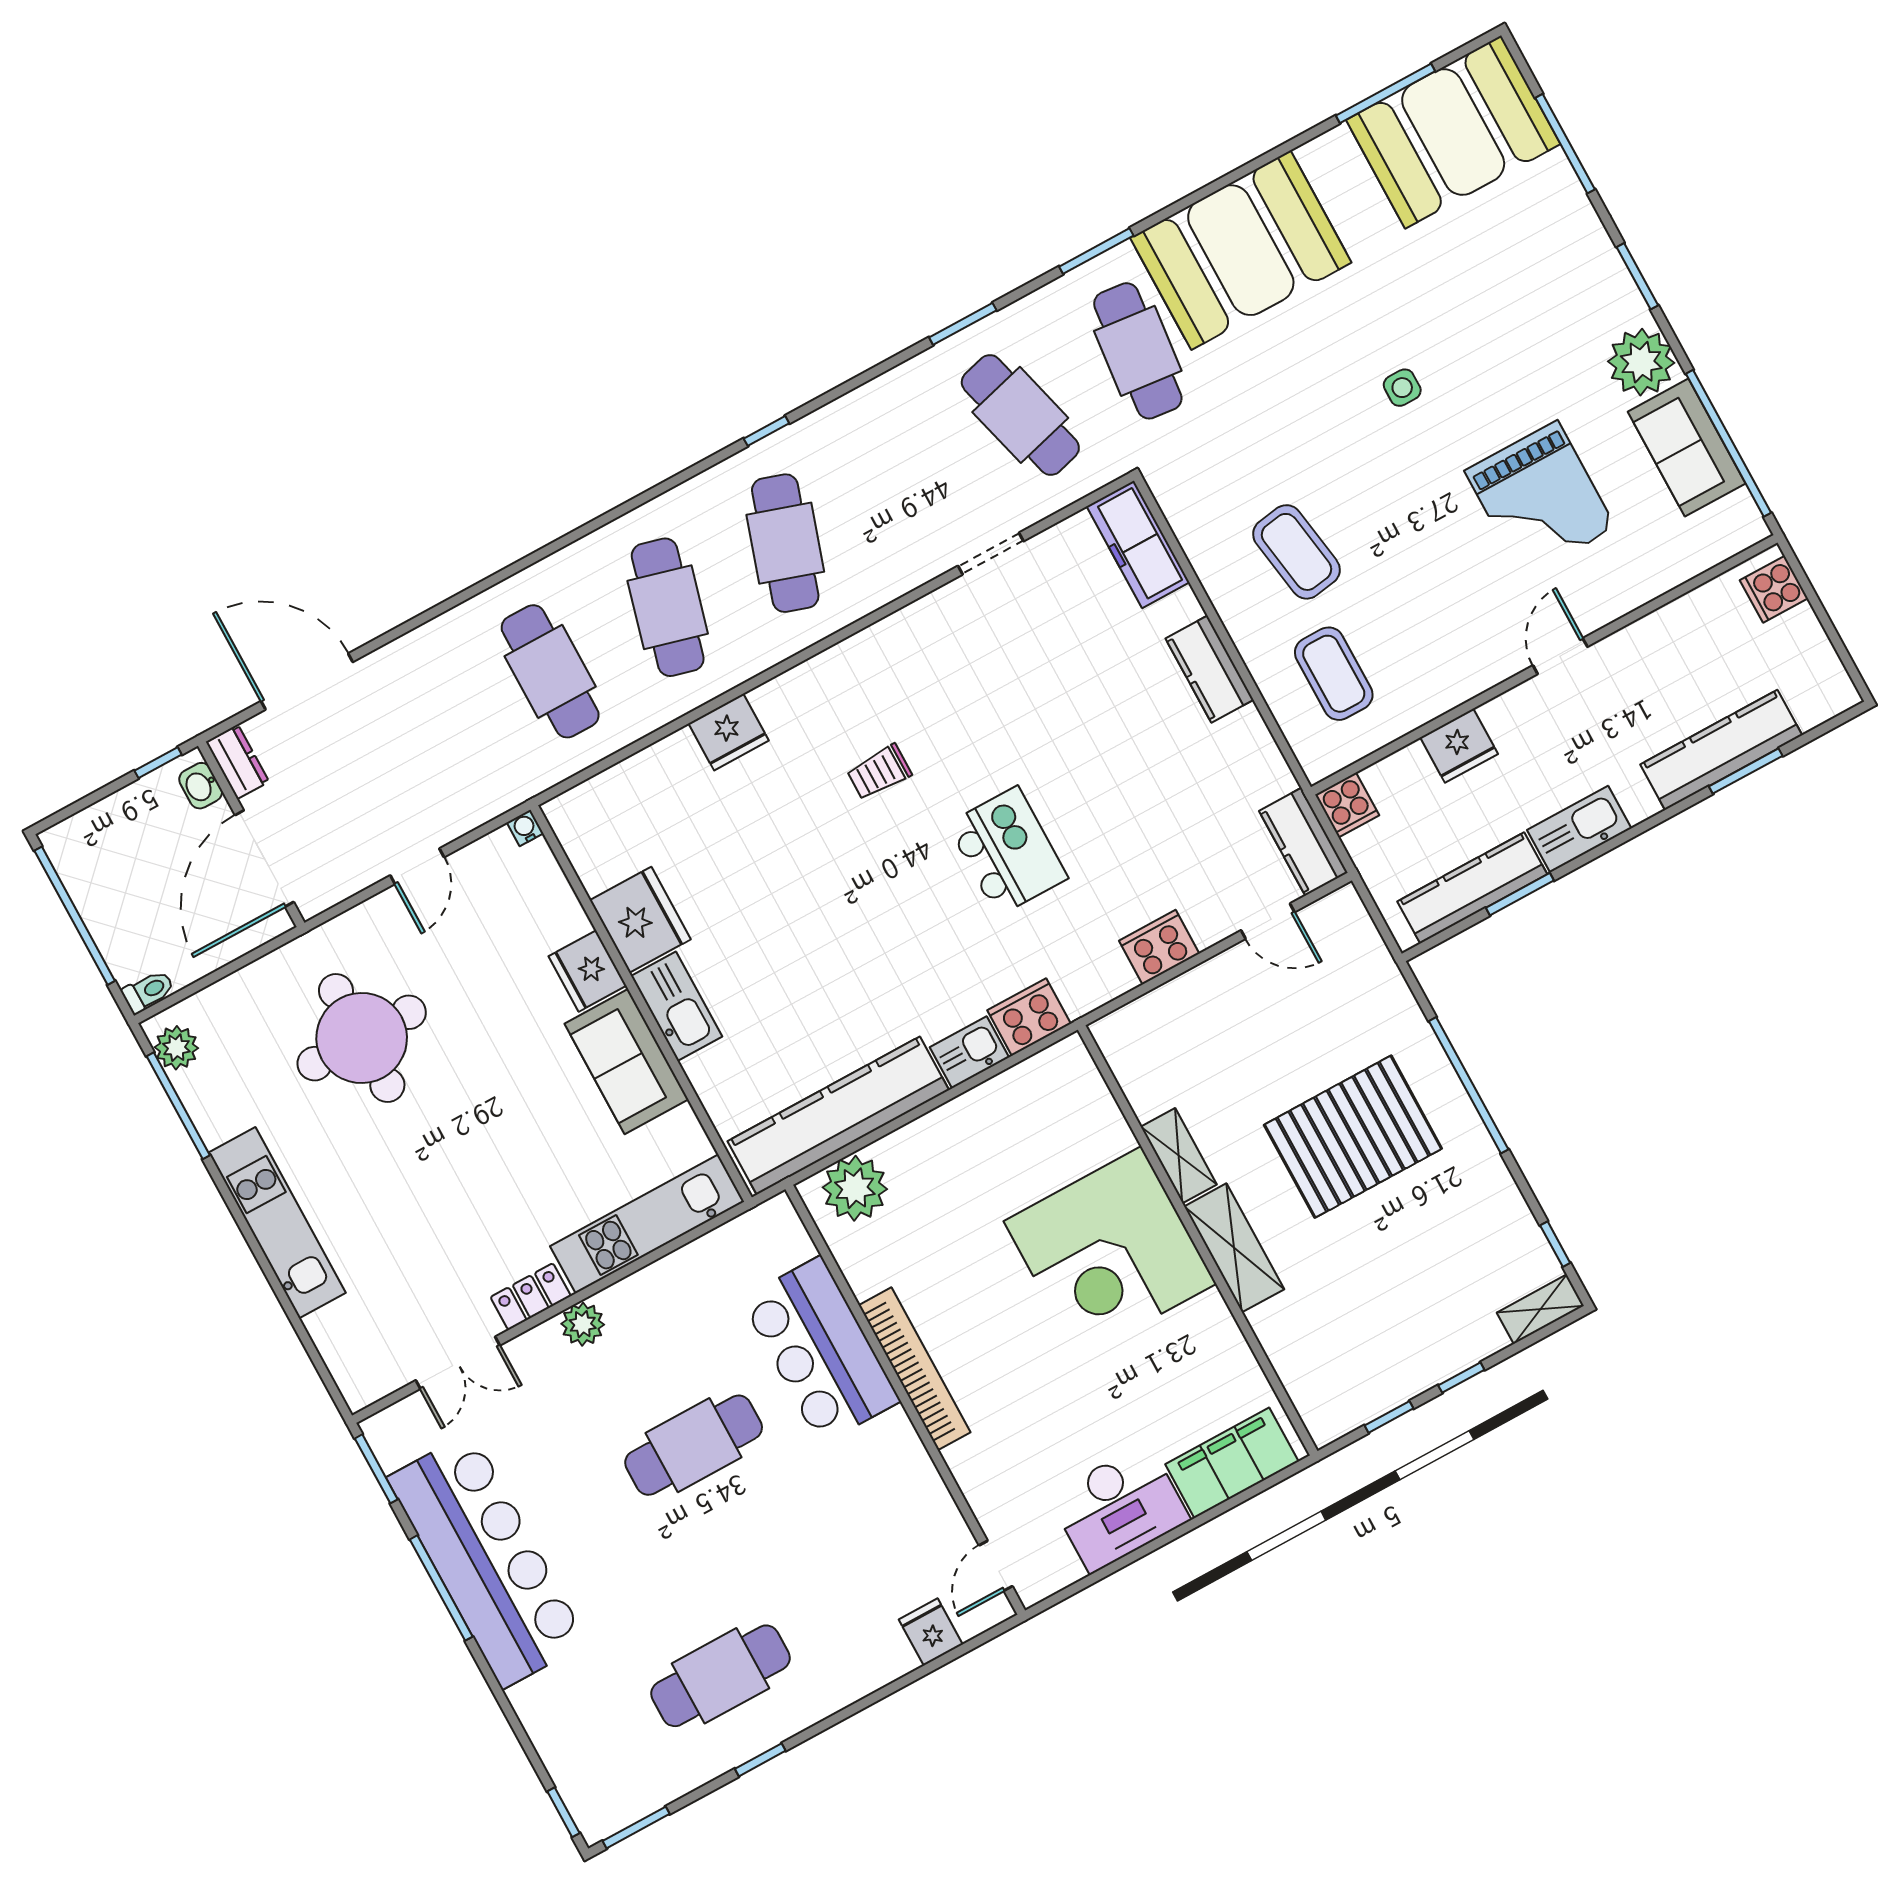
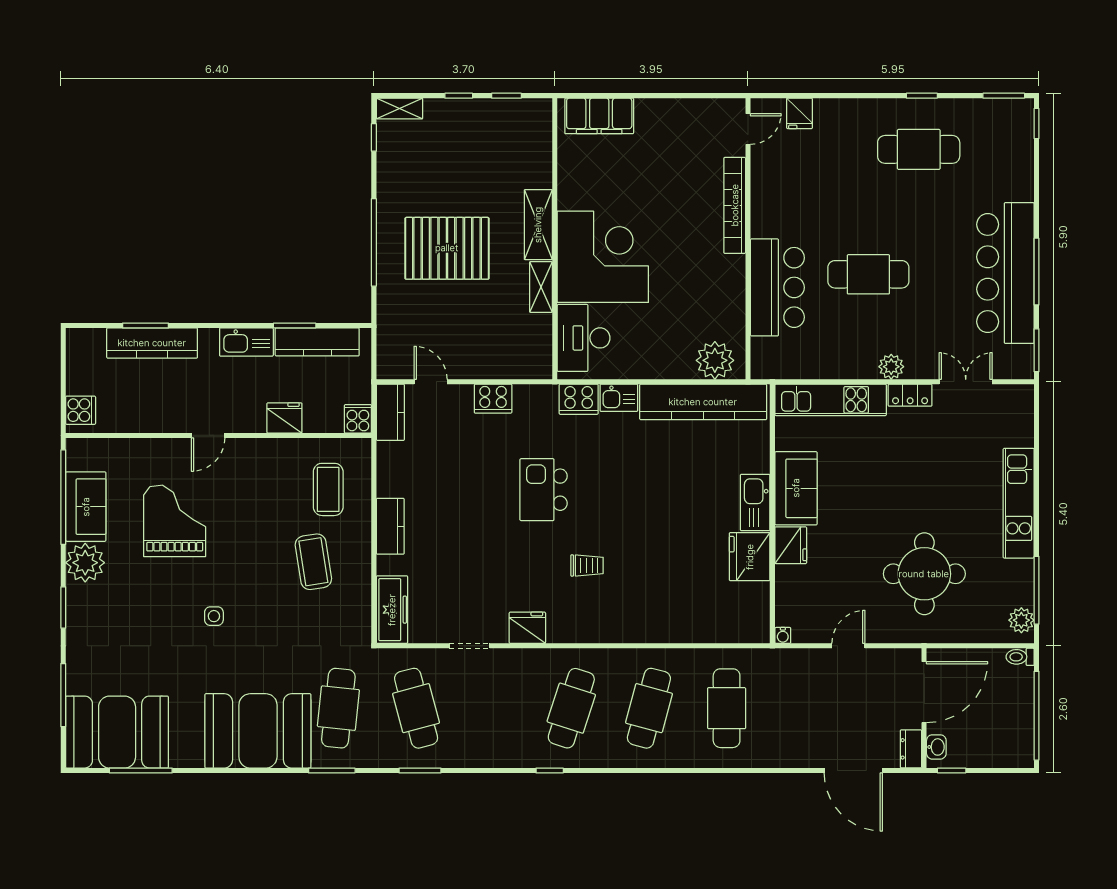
fridge: (729, 732) -> (527, 628), moved
bookcase: (915, 1369) -> (735, 205), moved
desk: (1119, 1508) -> (584, 338), moved, turned -90

